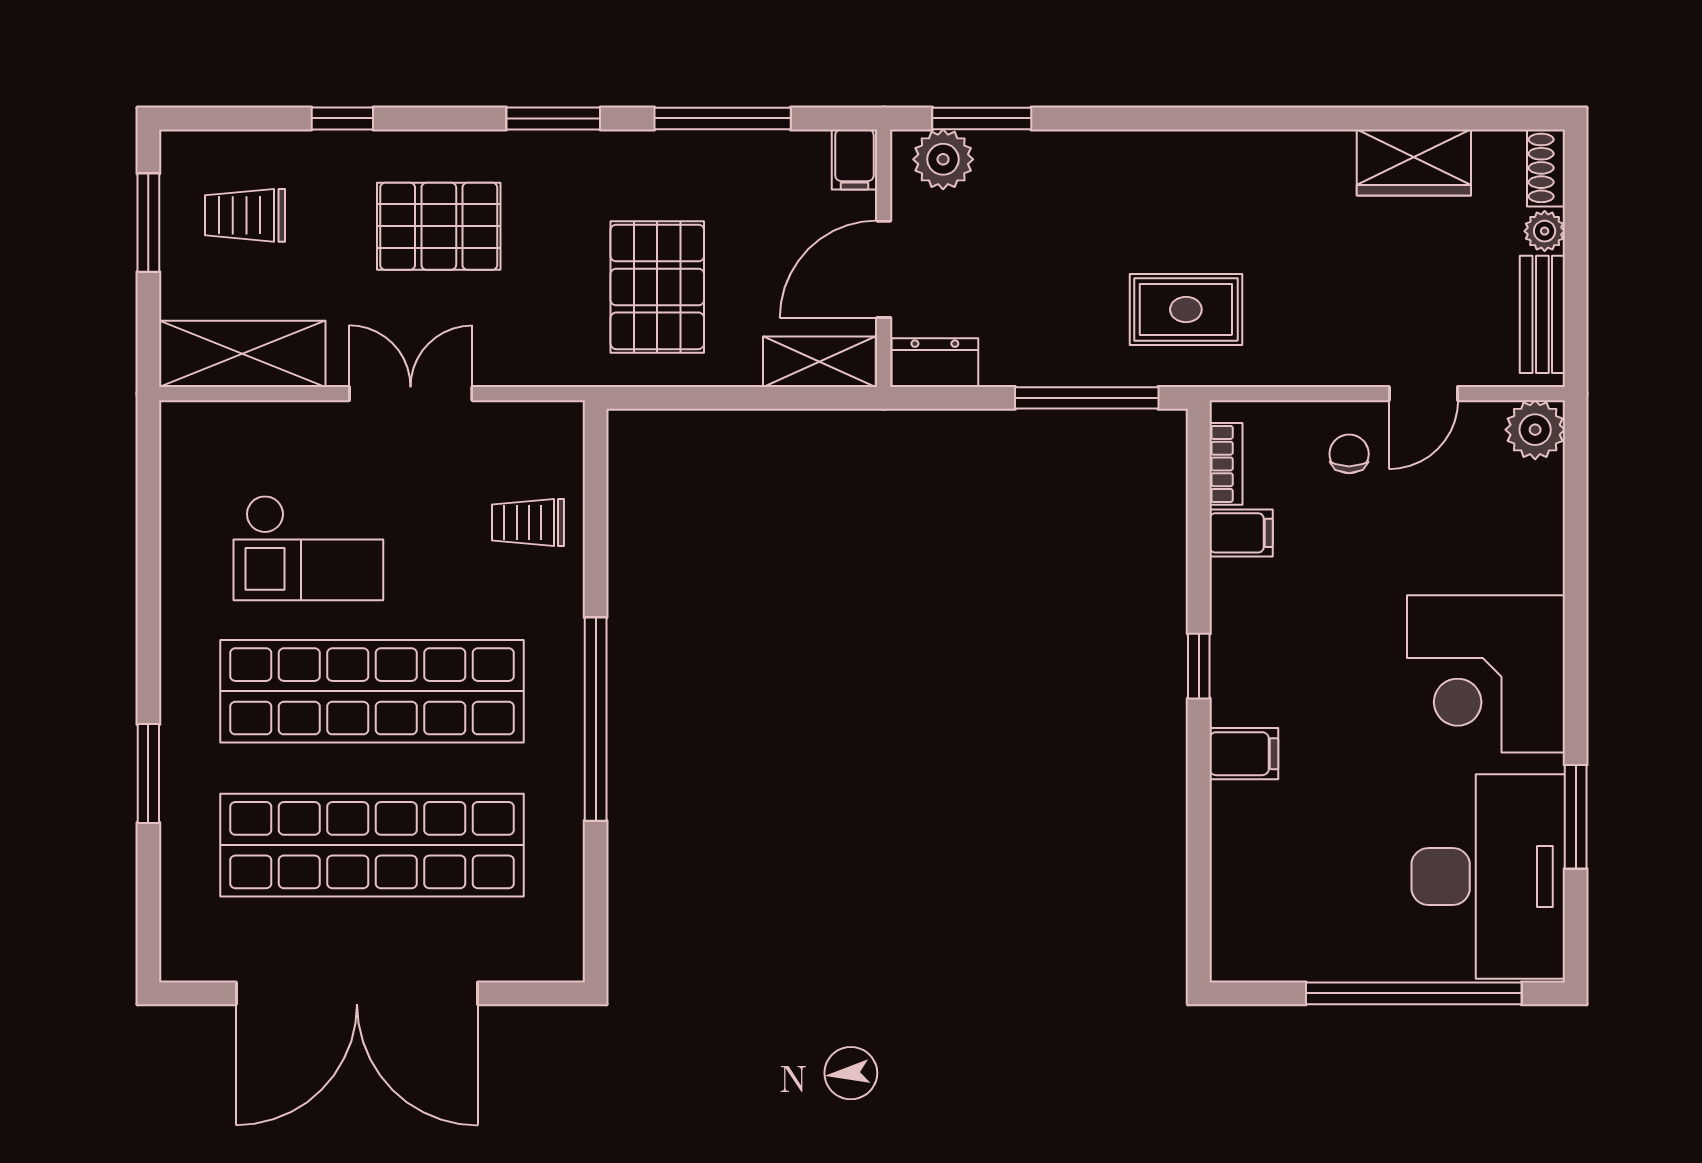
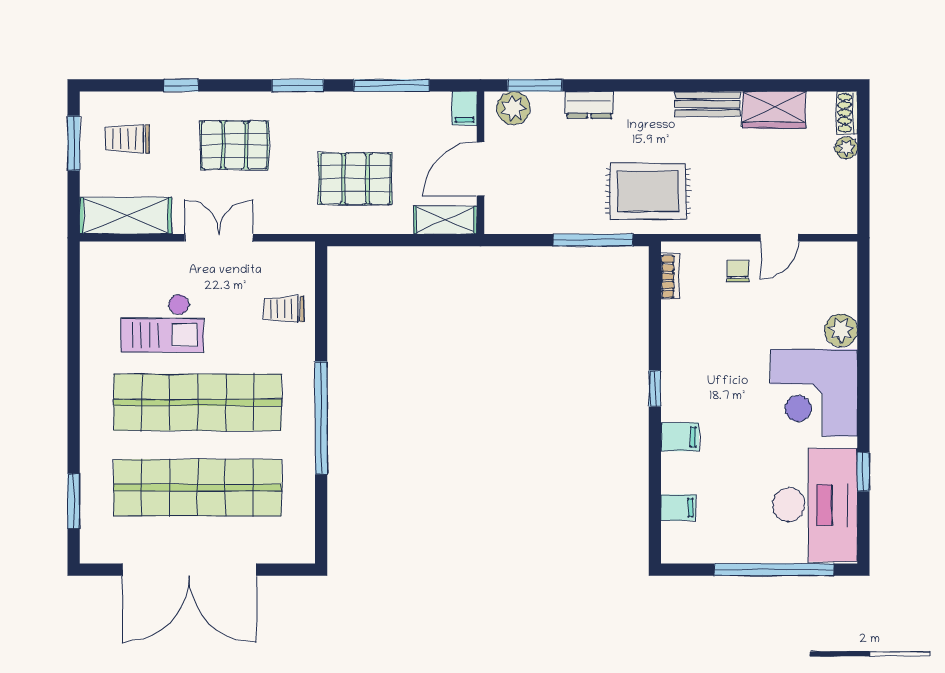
pallet: (657, 287) -> (355, 179), turned 90
rug: (1186, 309) -> (648, 191), width x1.36, depth x1.43
bench: (1542, 314) -> (707, 104), moved, turned 90
dresser: (935, 363) -> (589, 105), moved, turned 180
plant: (1535, 430) -> (841, 330), moved
filing cabinet: (1241, 533) -> (678, 508), moved
window: (148, 773) -> (74, 501), moved
window: (1576, 817) -> (863, 472), width x0.67

